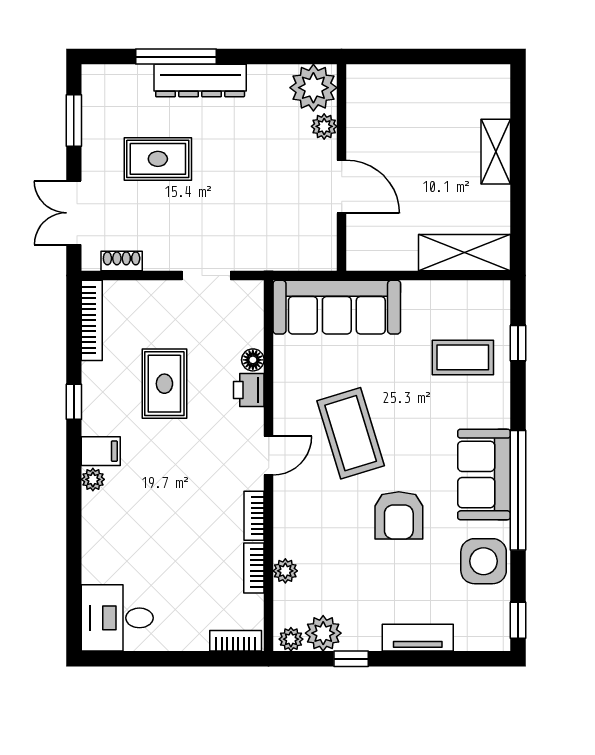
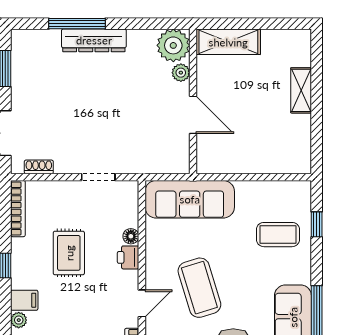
rug: (158, 159) -> (64, 95), removed
shelving: (465, 253) -> (228, 42), moved

